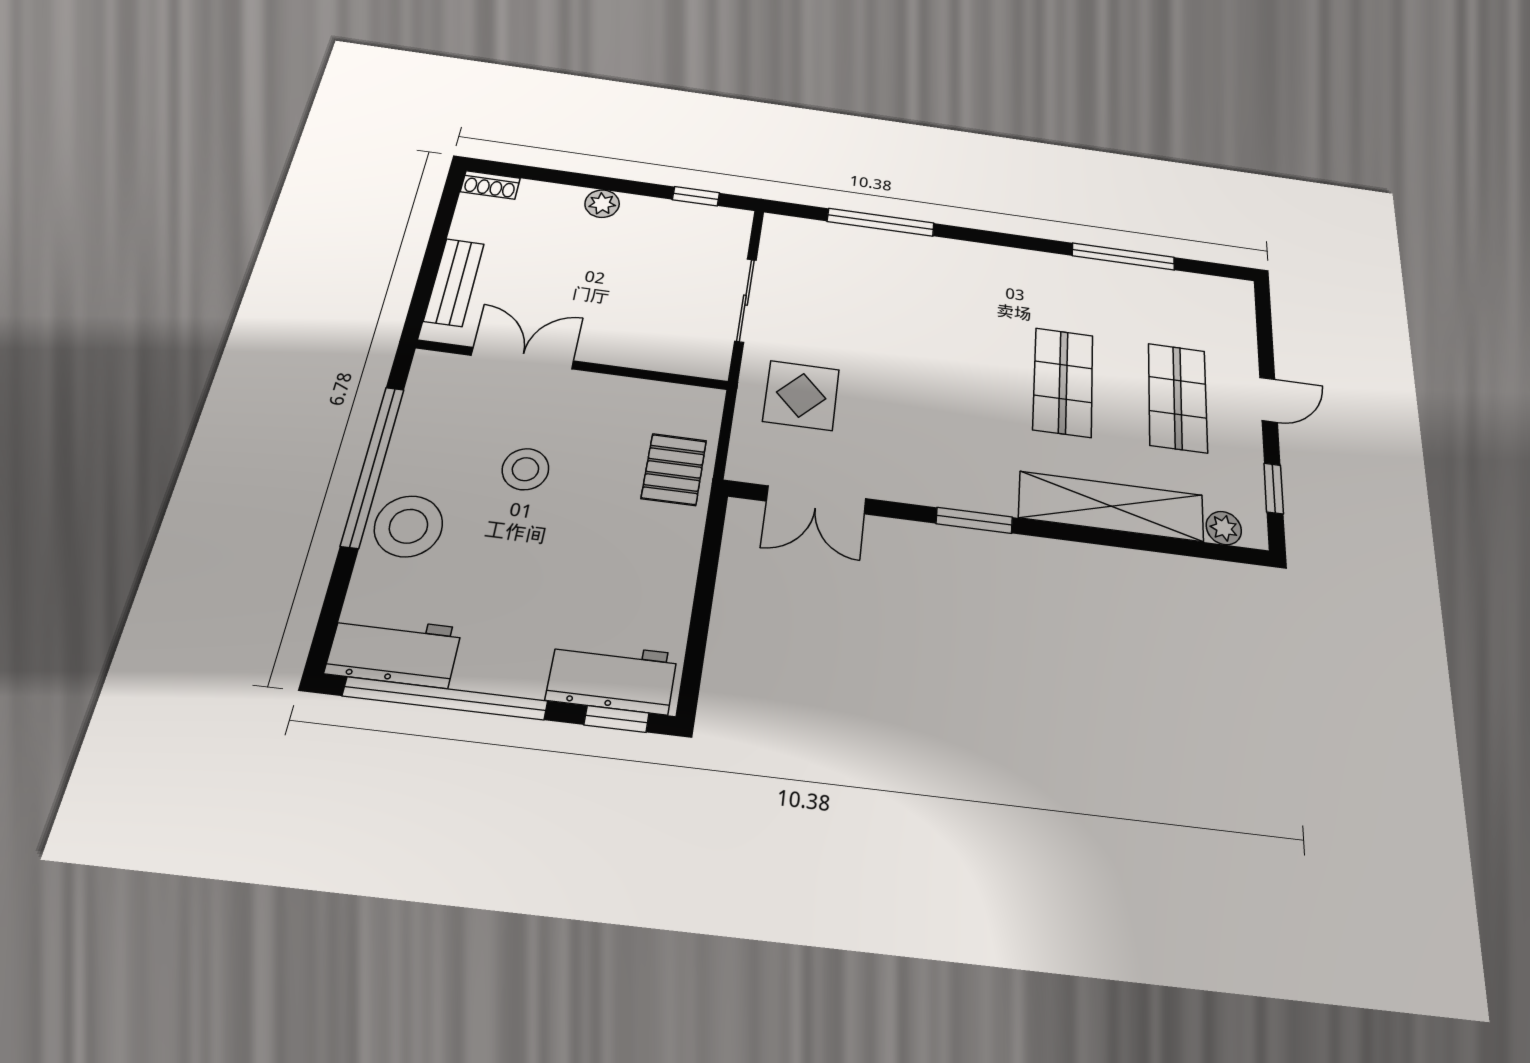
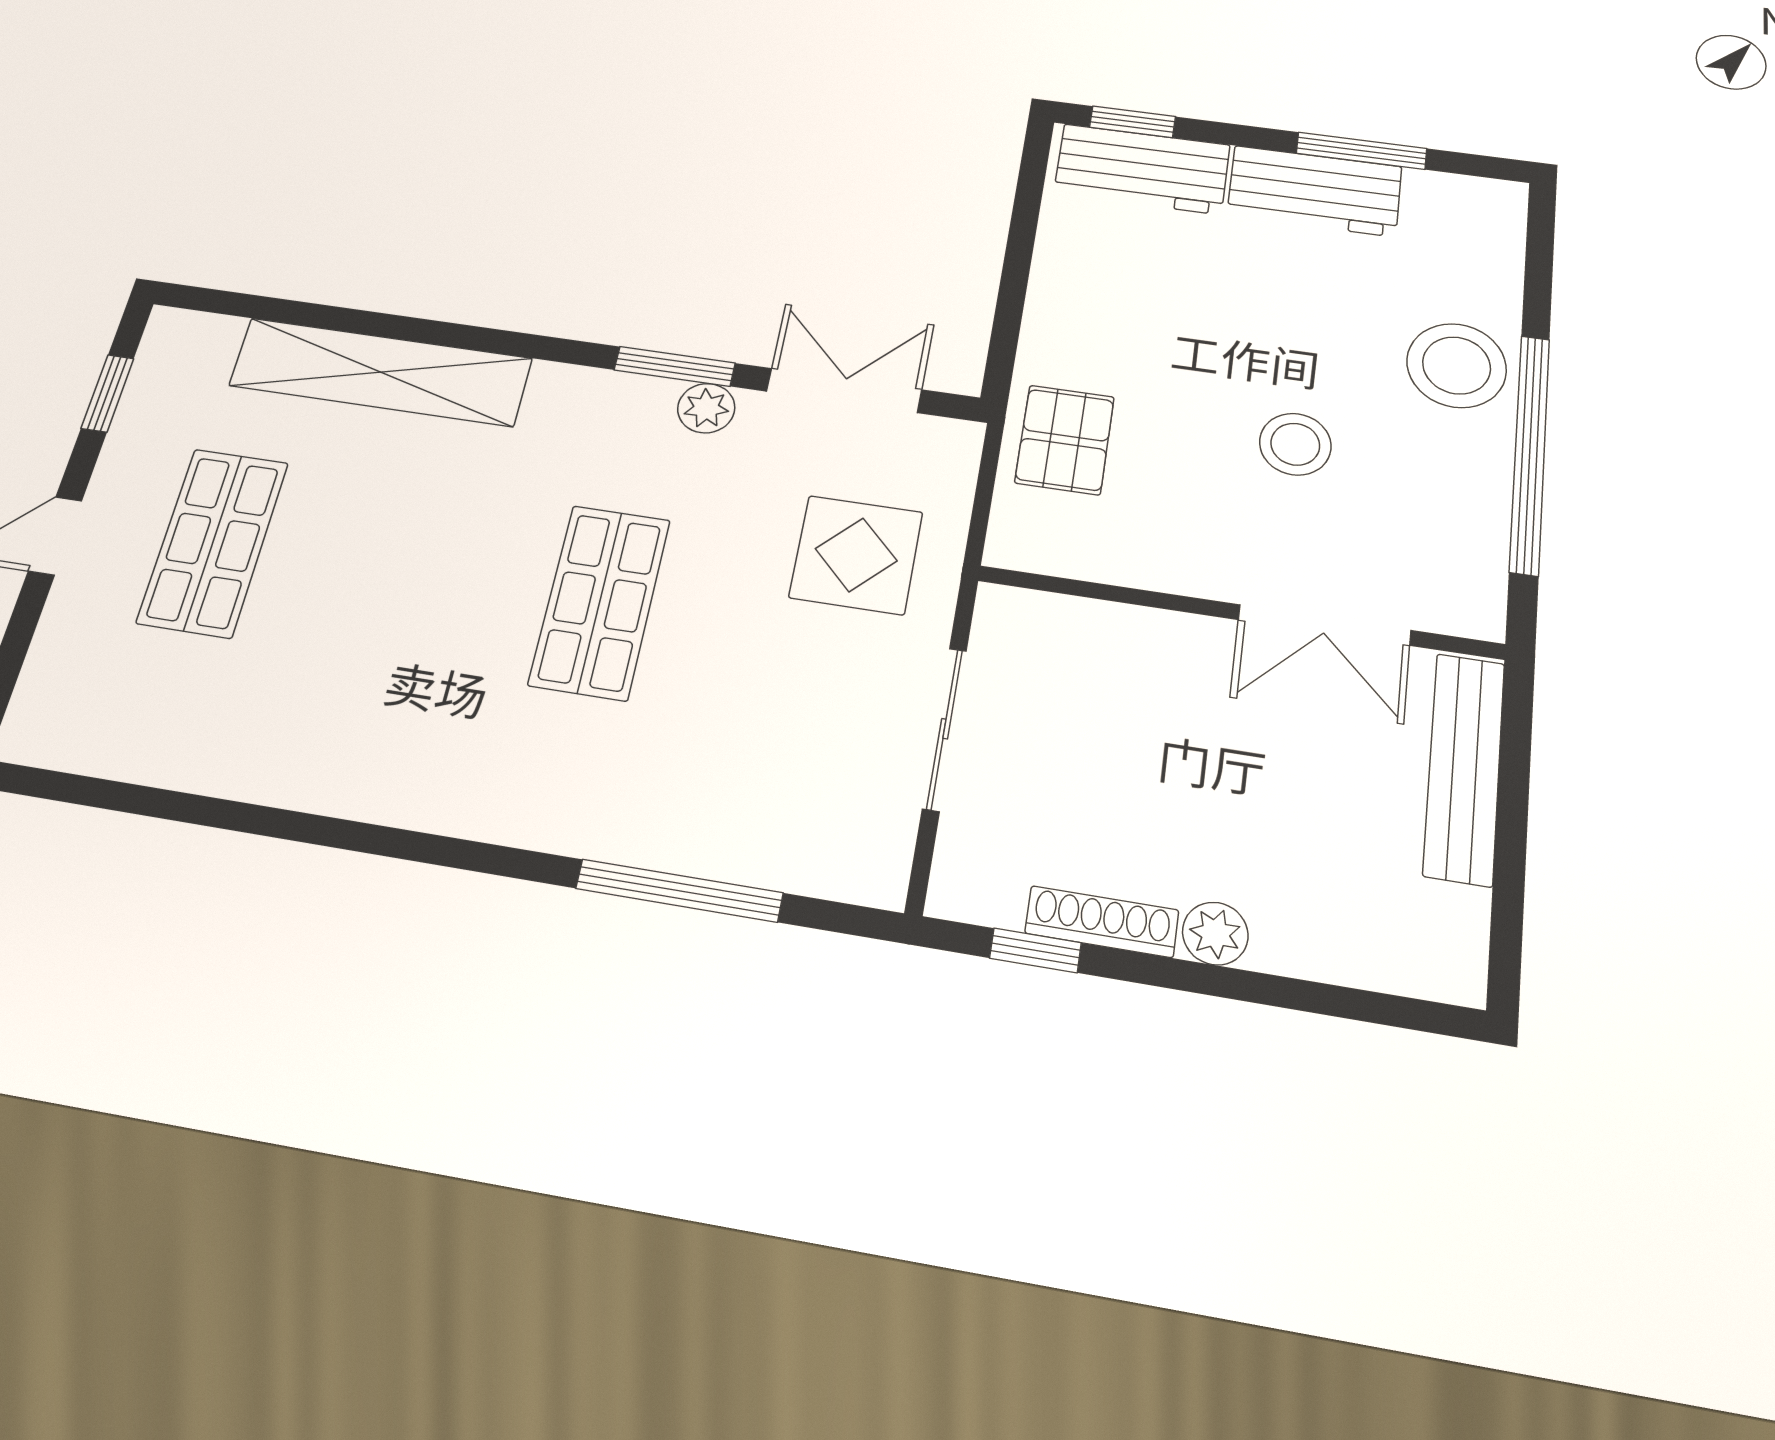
shoe rack: (490, 185) -> (1102, 922), moved, width x1.43
window: (1123, 256) -> (223, 814), removed
bench: (454, 282) -> (1464, 768), width x1.36
shop shelf: (1063, 382) -> (600, 602), moved
window: (974, 520) -> (675, 366), moved
plant: (1224, 528) -> (706, 408), moved
workbench: (394, 651) -> (1315, 191), moved
window: (446, 698) -> (1361, 151), width x0.47

